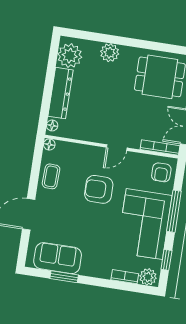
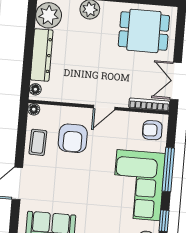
armchair: (161, 172) -> (152, 130), turned 89
armchair: (99, 189) -> (73, 138), moved, turned -90

